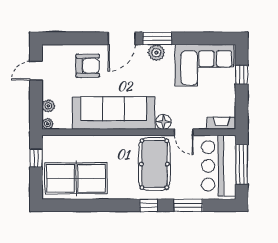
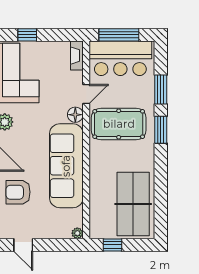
armchair: (88, 66) -> (18, 192), turned -90
plant: (48, 106) -> (59, 232), removed
window: (149, 205) -> (161, 130), width x1.50

